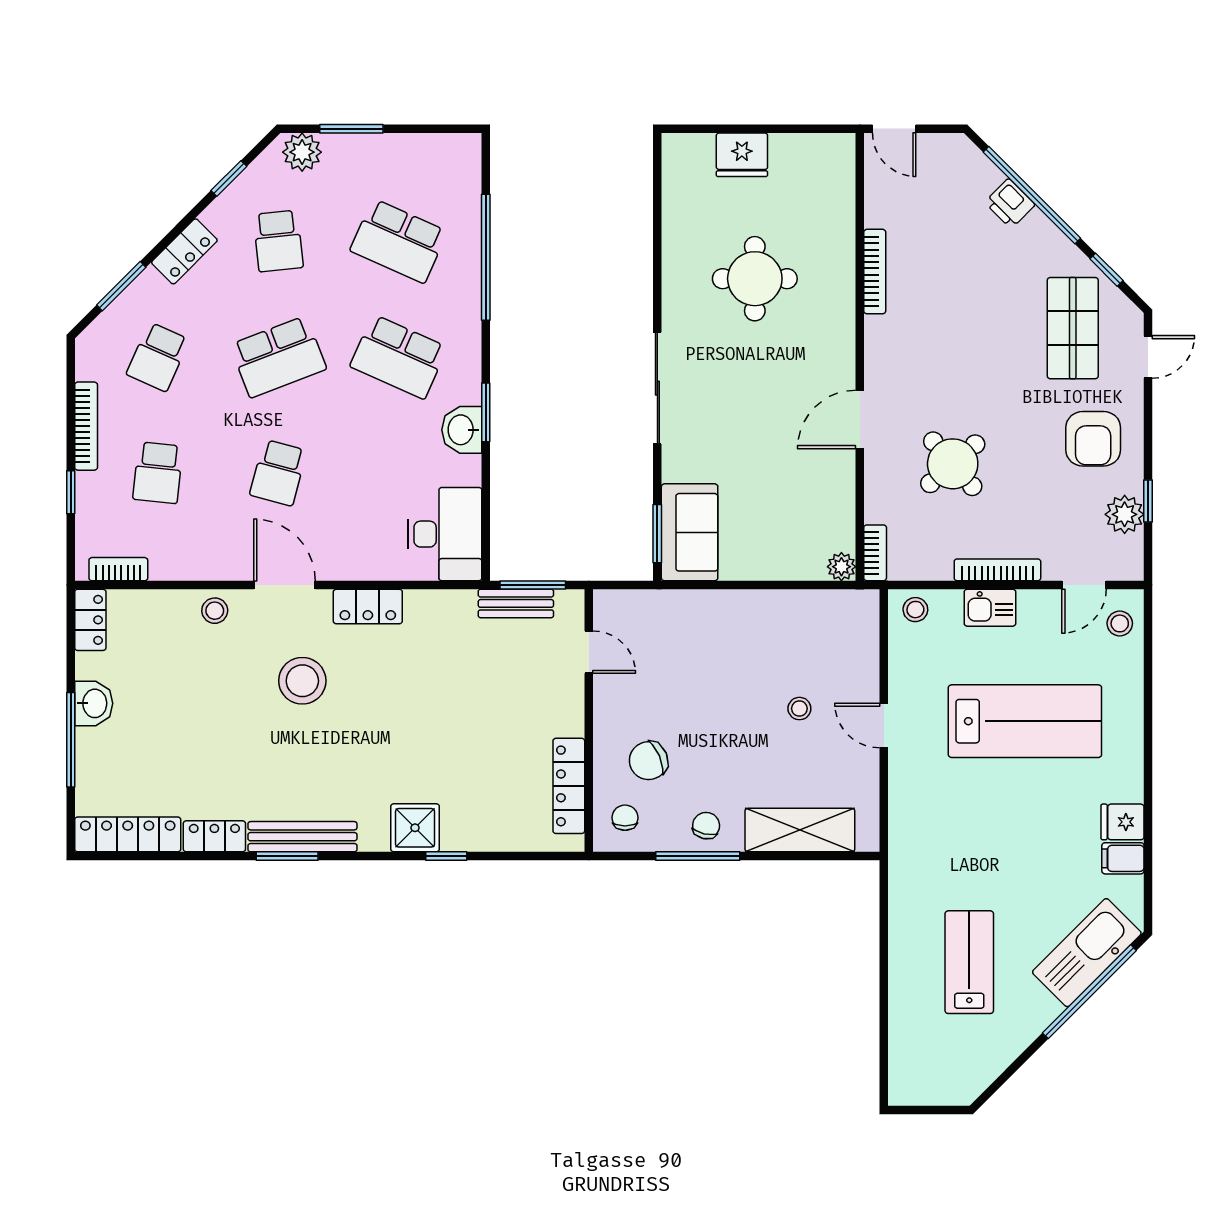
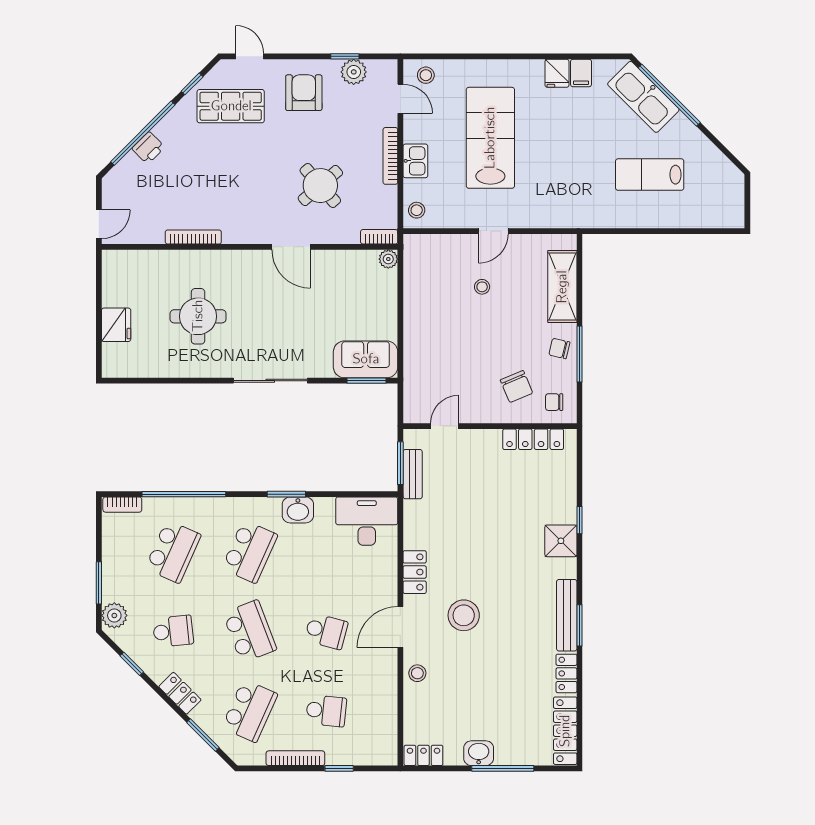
school desk: (158, 357) -> (250, 711), width x1.85
armchair: (1093, 439) -> (304, 93), turned -90
bookcase: (118, 569) -> (122, 505), moved, turned -90

